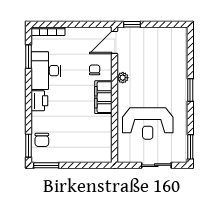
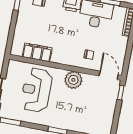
plant: (123, 78) -> (73, 80), width x1.88, depth x1.88
filing cabinet: (103, 97) -> (37, 52), moved

